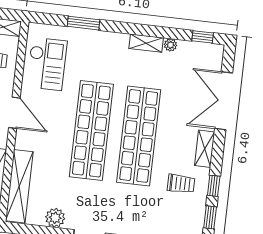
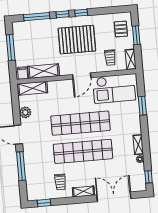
checkout: (47, 64) -> (114, 89), width x1.36, depth x1.21
shelving: (19, 186) -> (32, 88), width x0.68
window: (214, 186) -> (63, 201), removed

